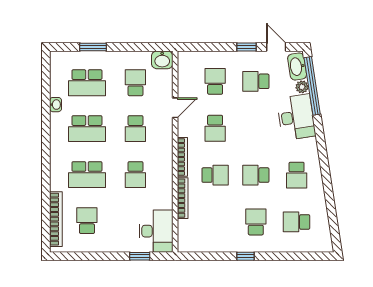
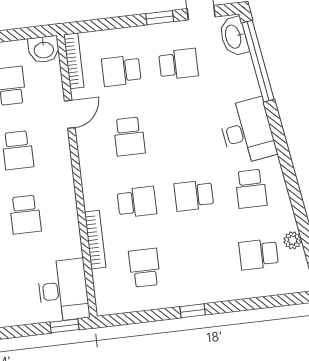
school desk: (215, 81) -> (121, 71), turned -90
school desk: (256, 81) -> (178, 64), turned 180
plant: (302, 87) -> (293, 240), moved
desk: (296, 117) -> (247, 131), moved
bookcase: (182, 157) -> (74, 61), moved
school desk: (256, 222) -> (145, 268), moved
window: (140, 256) -> (65, 326), moved

